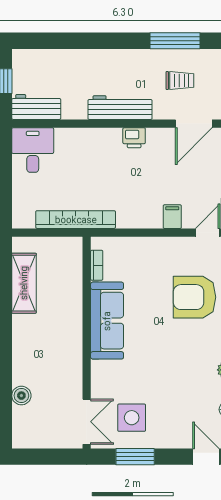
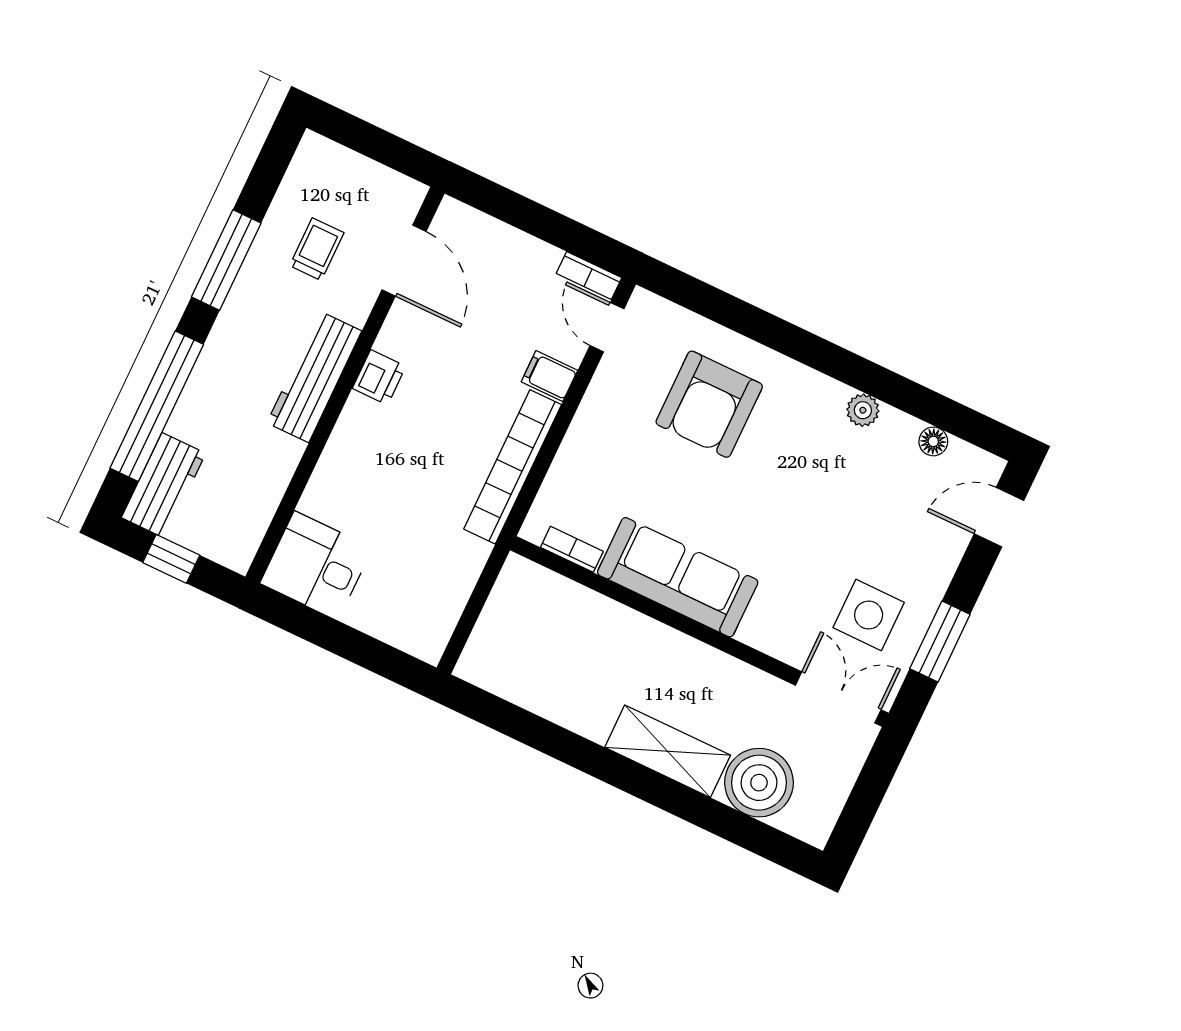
window: (72, 41) -> (157, 406), added
window: (175, 41) -> (226, 260), moved
workbench: (36, 107) -> (164, 485), moved, turned 180
bookcase: (76, 220) -> (513, 467), moved
shelving: (24, 283) -> (668, 751), moved
boiler: (21, 396) -> (759, 783), width x1.86, depth x1.86

